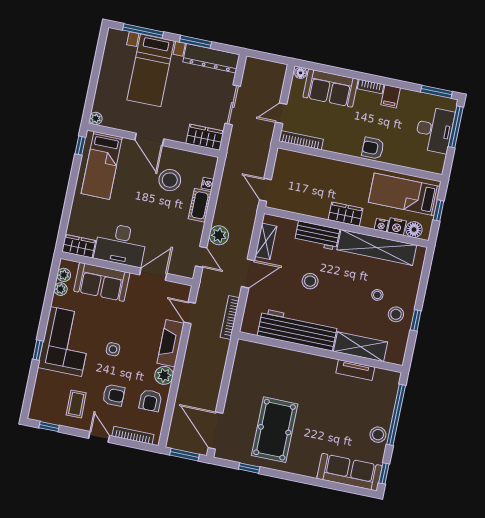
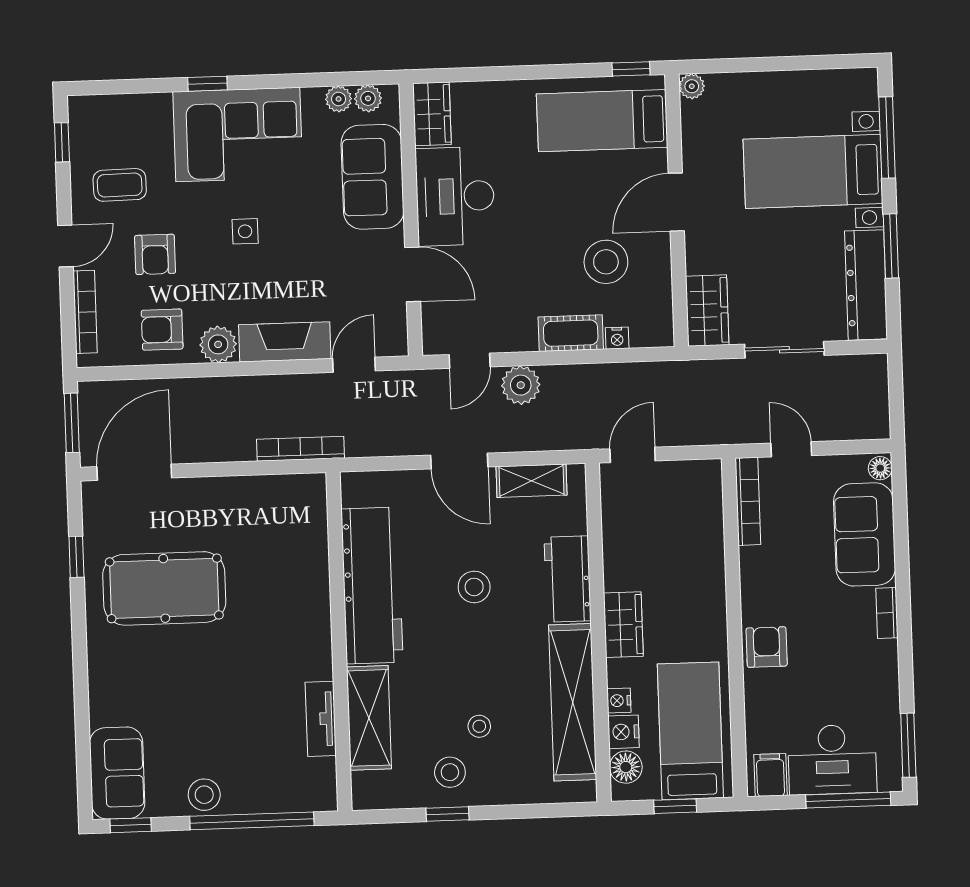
filing cabinet: (391, 96) -> (770, 775), moved, turned 90
bookcase: (230, 317) -> (301, 449), moved
sofa: (349, 472) -> (117, 773), width x0.73

